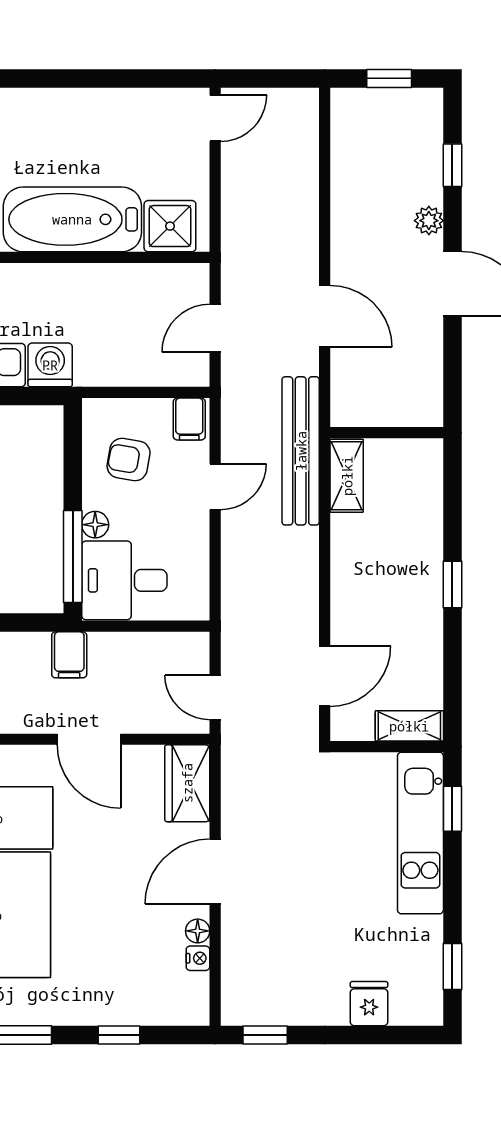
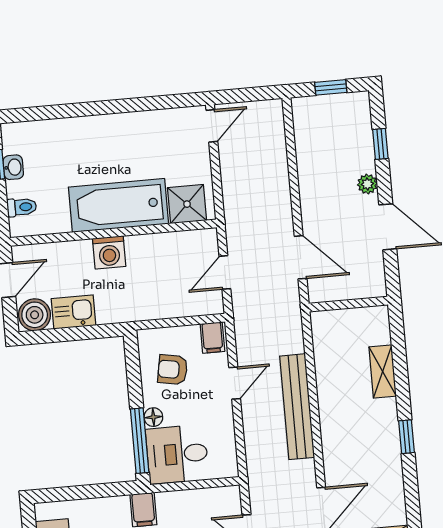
washing machine: (50, 365) -> (109, 252), moved, turned 180
wall: (387, 433) -> (348, 304), moved
bench: (301, 451) -> (297, 407), moved
shelving: (347, 476) -> (383, 371), moved

